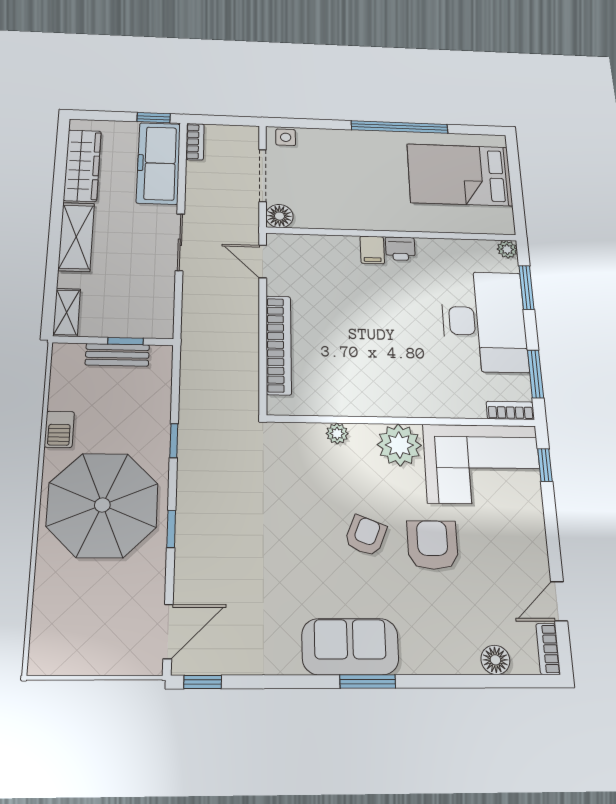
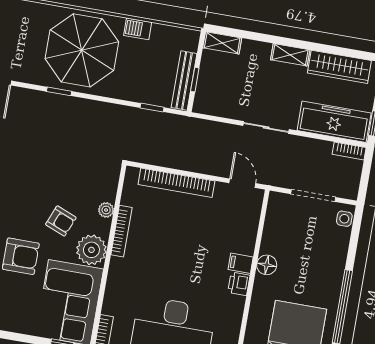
floor lamp: (279, 216) -> (267, 265), moved
shelving: (76, 237) -> (290, 55), width x0.67, depth x0.75
door: (263, 262) -> (242, 183), hinge flipped
bench: (117, 355) -> (184, 80), width x1.36
bookcase: (363, 408) -> (121, 231), added
window: (174, 441) -> (152, 108), moved
armchair: (366, 536) -> (61, 221), moved

